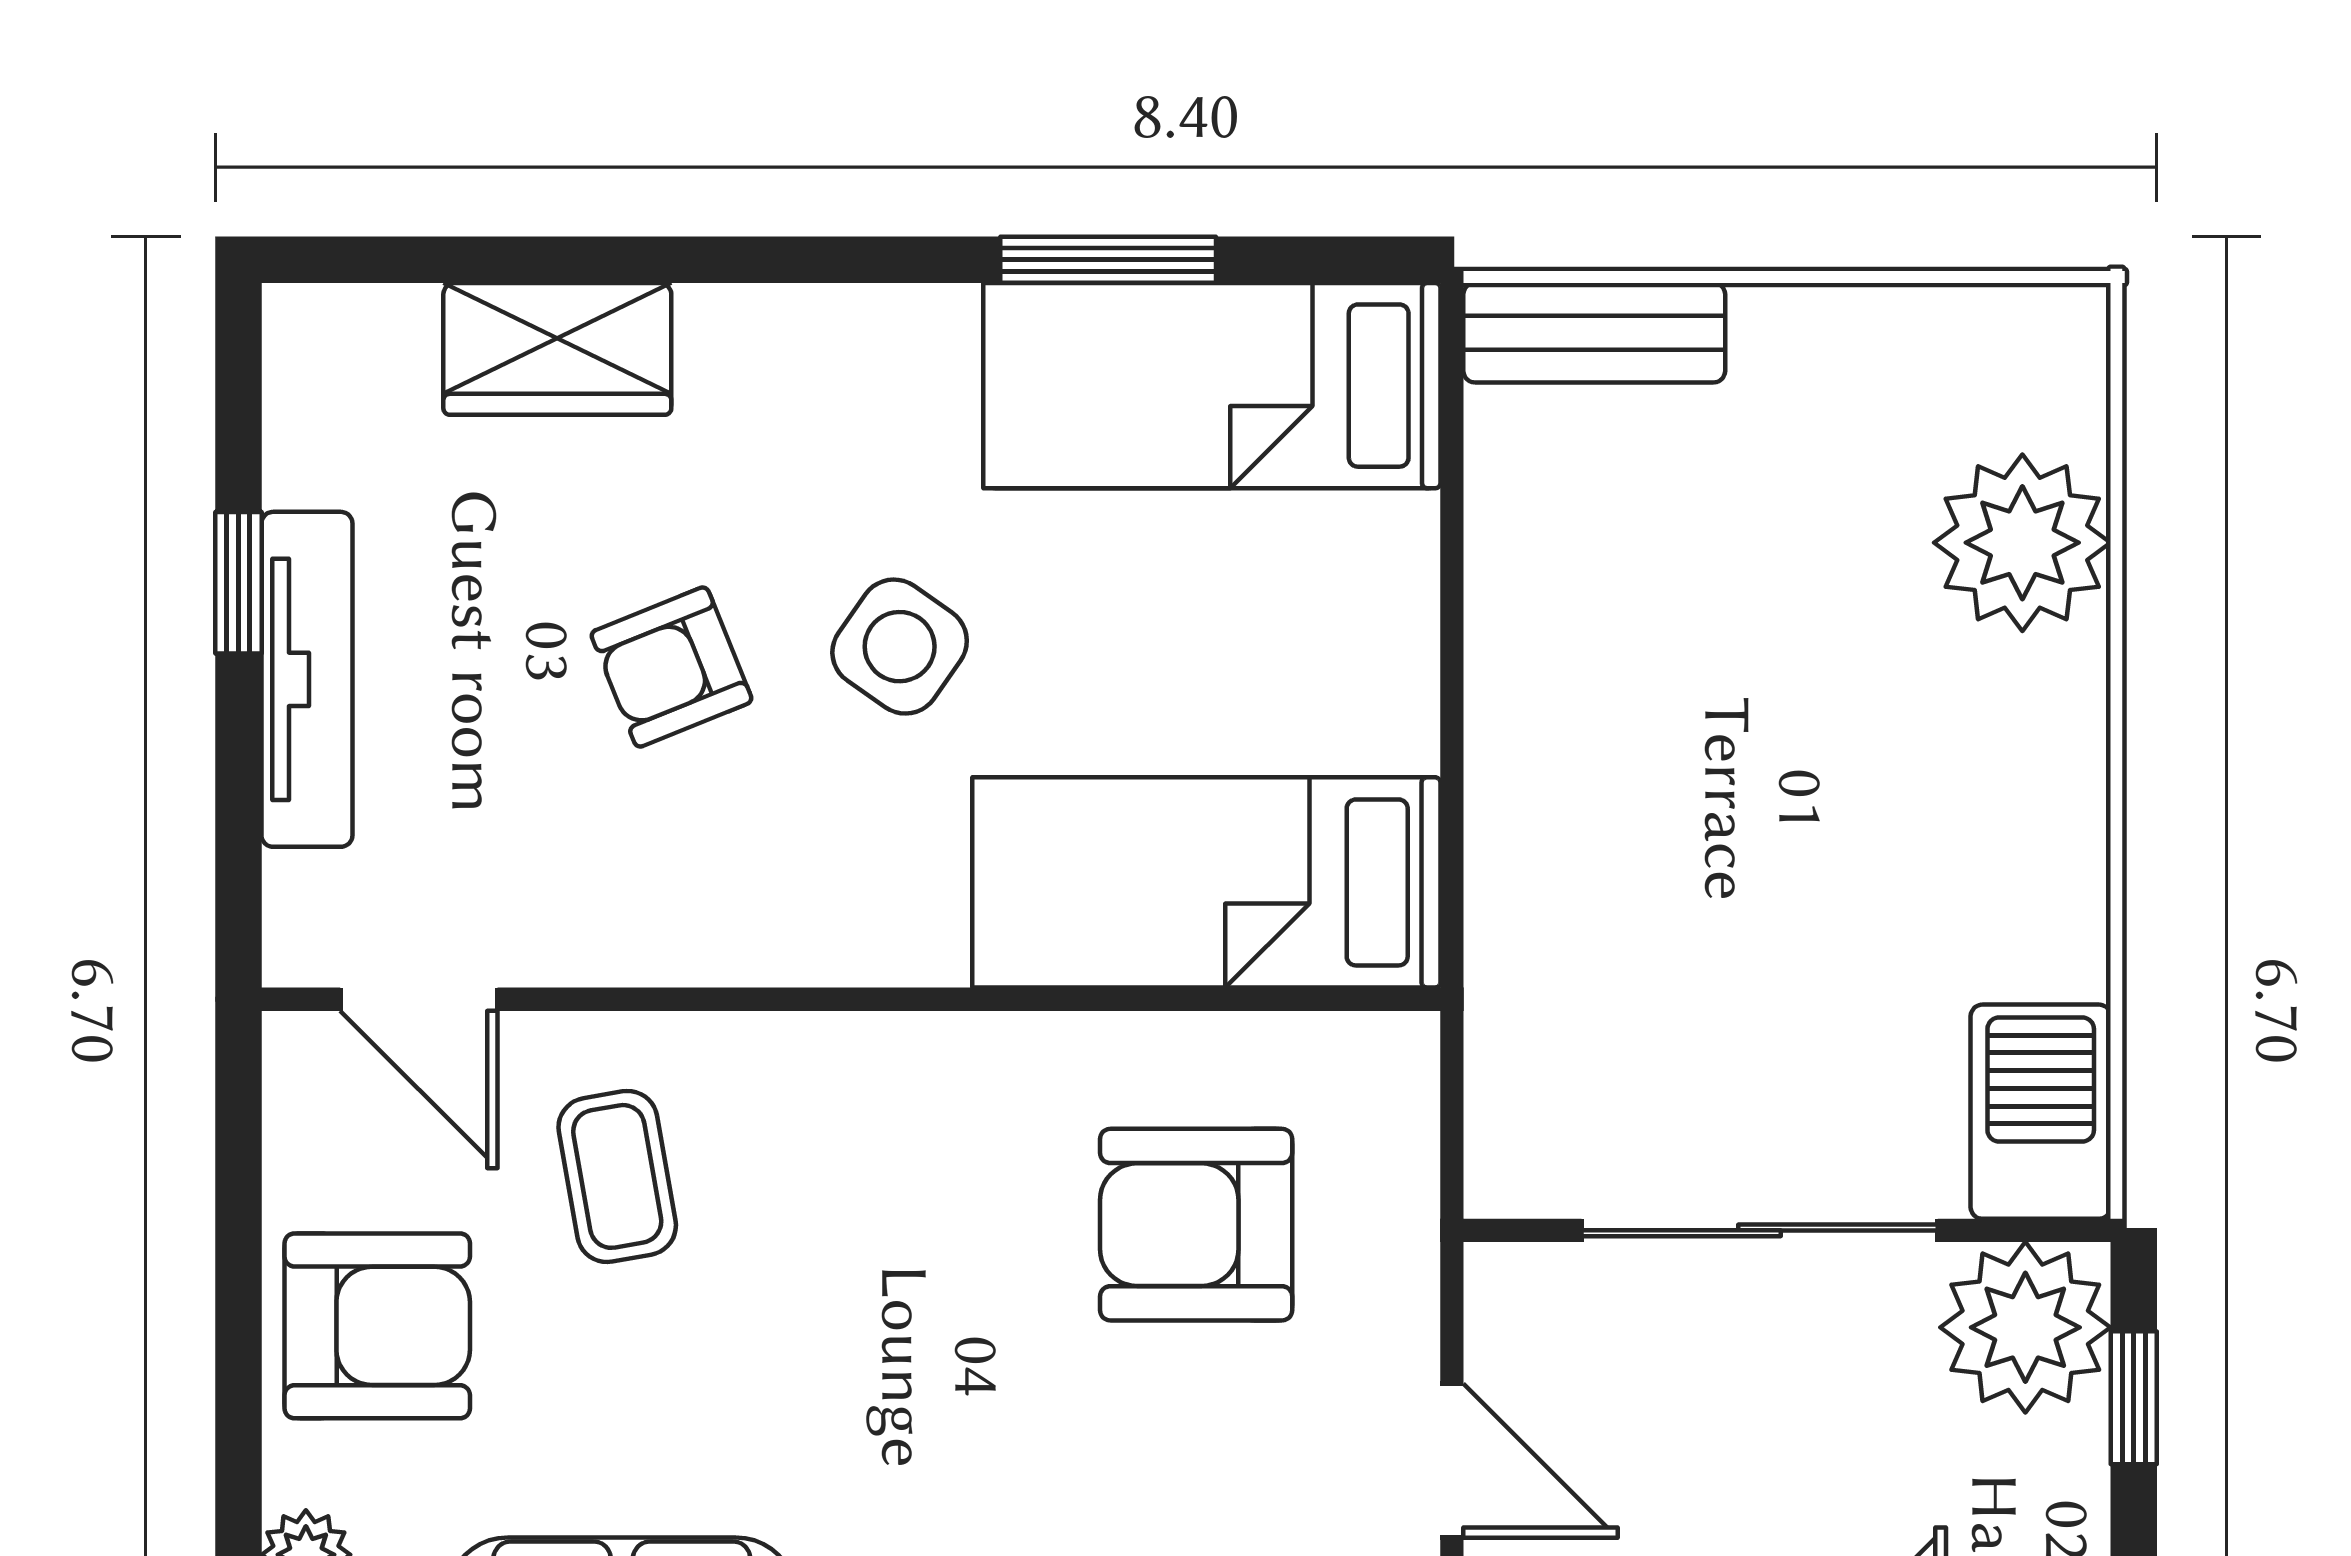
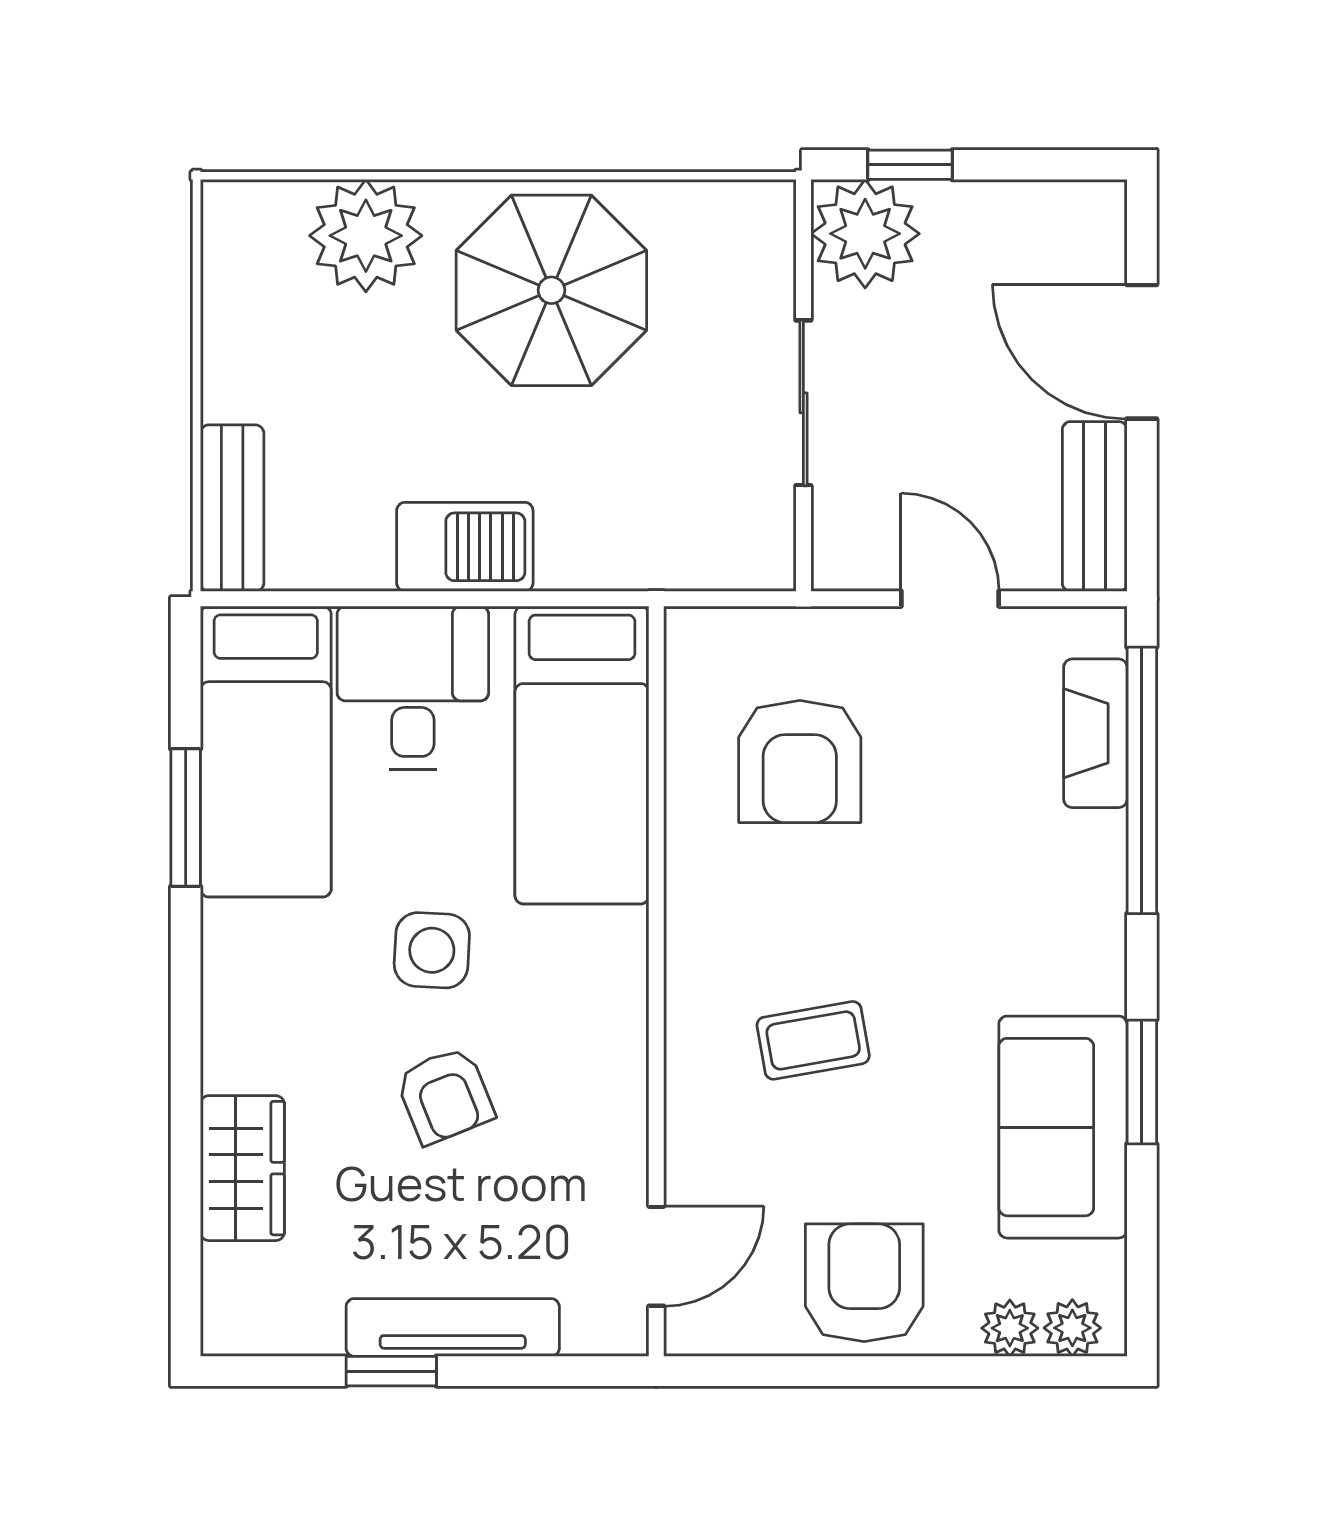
desk: (1312, 617) -> (413, 688), added
side table: (900, 647) -> (432, 950), turned -32
parasol: (1936, 834) -> (551, 290), added
barbecue: (2041, 1112) -> (465, 547), moved, turned 180
coffee table: (617, 1176) -> (813, 1040), moved
sliding door: (1760, 1230) -> (803, 403), width x0.73
door: (1452, 1461) -> (950, 599), hinge flipped

